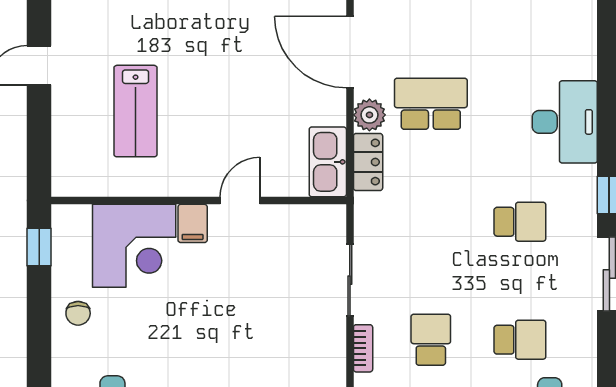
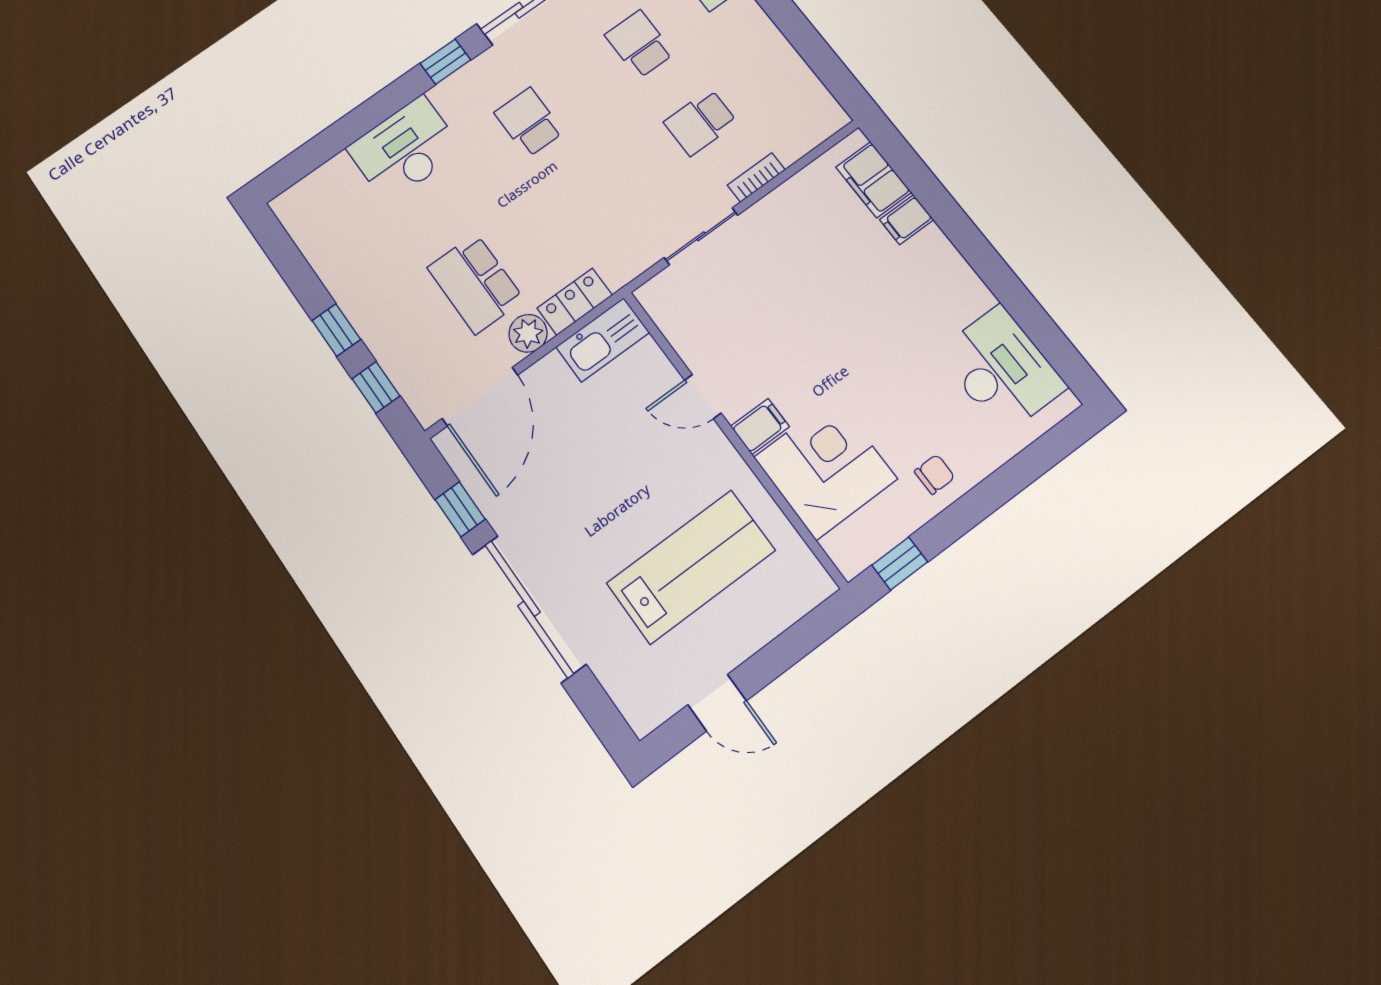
lab bench: (136, 111) -> (691, 567), width x1.36, depth x1.39

